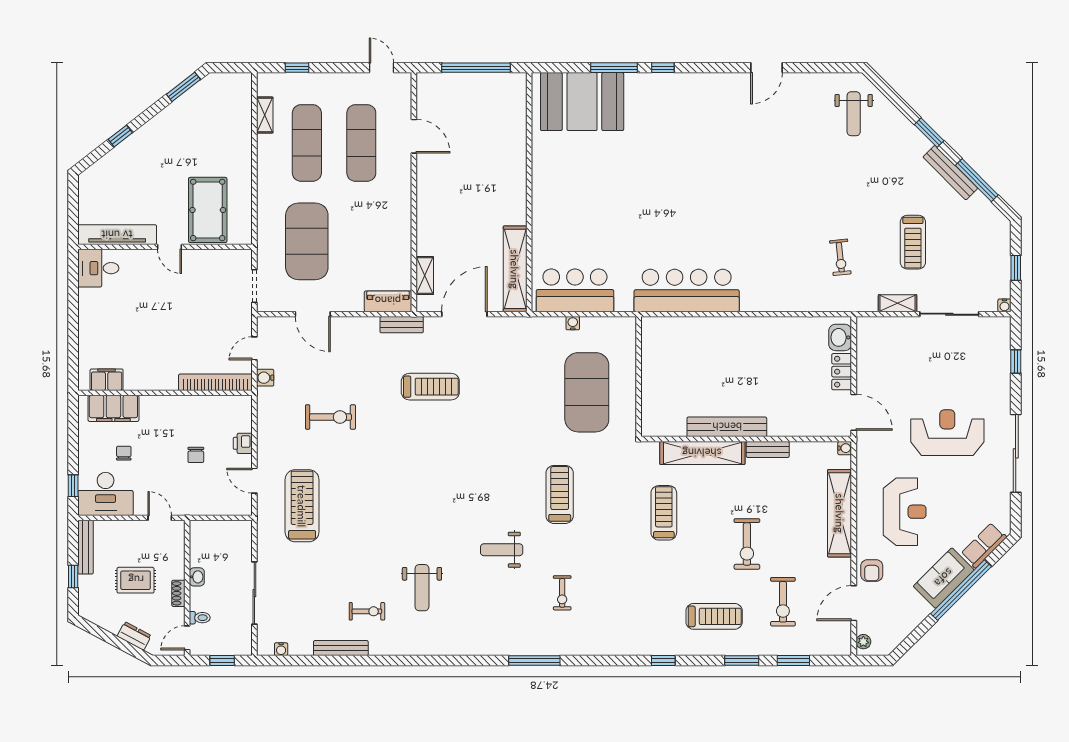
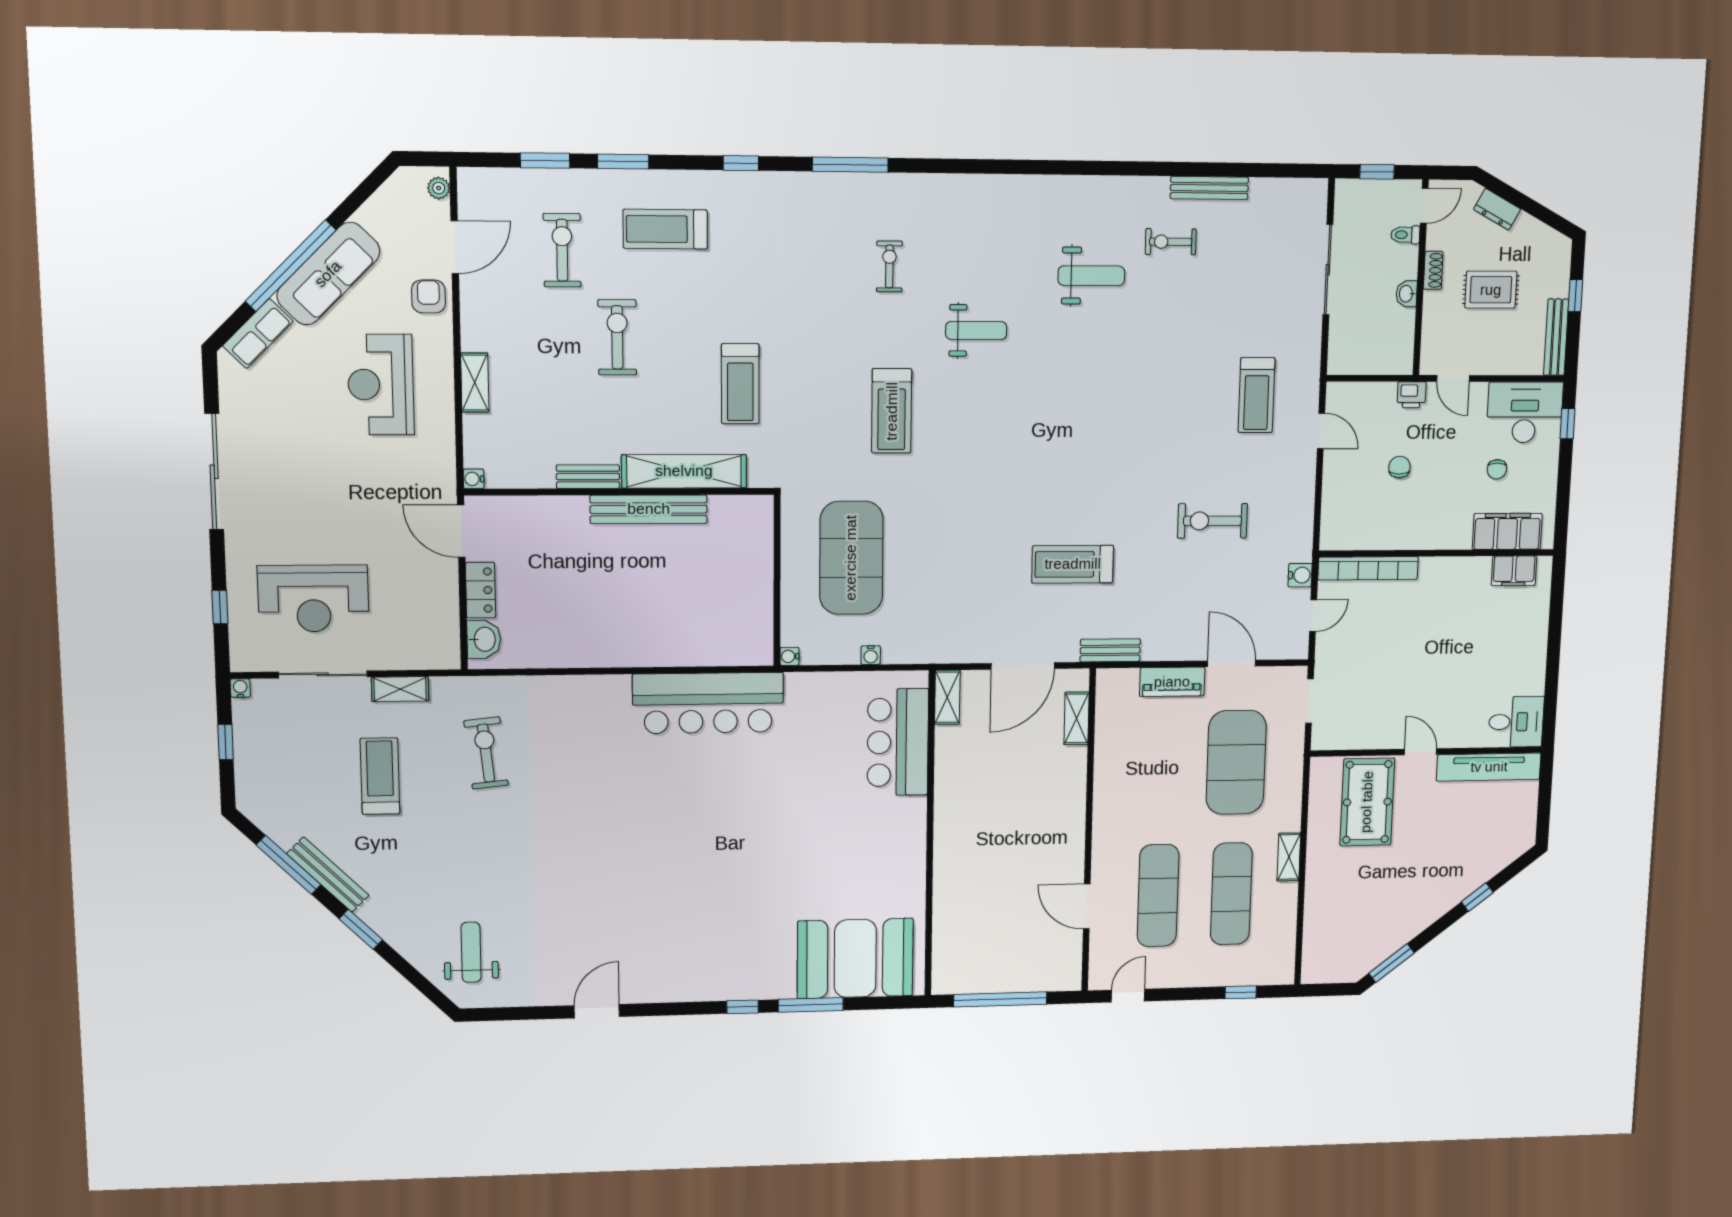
door: (381, 68) -> (1128, 996), swing flipped
shelving: (265, 115) -> (1289, 857), moved
exercise bike: (840, 257) -> (486, 753), width x1.38, depth x1.39
shelving: (515, 269) -> (947, 697), width x0.45, depth x0.75
bar counter: (575, 290) -> (898, 742), moved, turned 90
piano: (388, 301) -> (1172, 682), moved
reception desk: (947, 433) -> (313, 598), moved
printer: (243, 443) -> (1412, 395), moved, turned 90
treadmill: (302, 506) -> (1256, 395), width x0.73, depth x0.73
shelving: (840, 513) -> (475, 383), width x0.45, depth x0.75
sofa: (944, 578) -> (328, 274), width x1.36
weight bench: (422, 588) -> (1091, 276), turned 90
water cooler: (281, 649) -> (790, 656), moved, turned -90
window: (534, 661) -> (850, 165), moved

